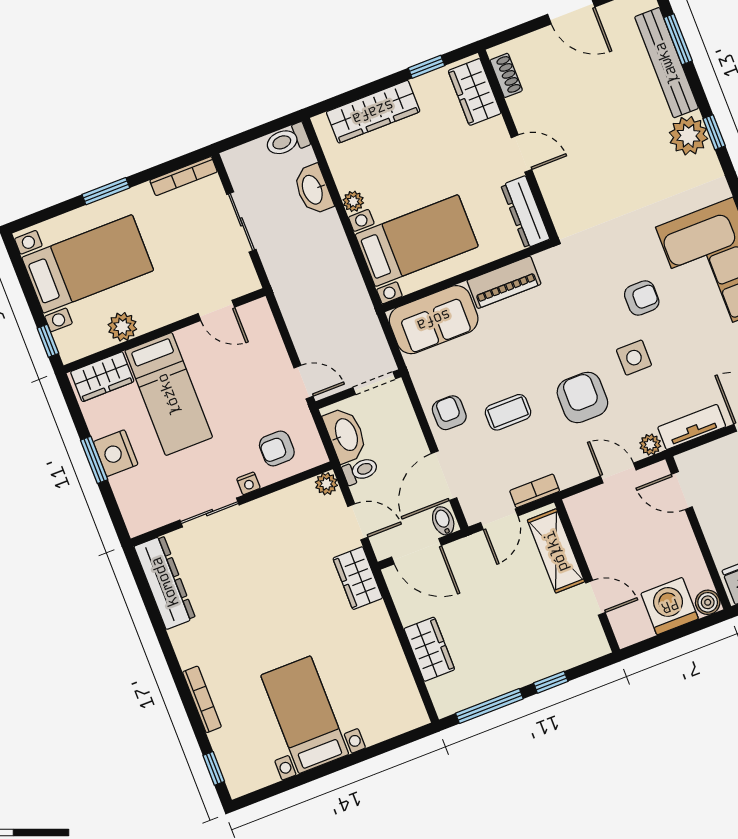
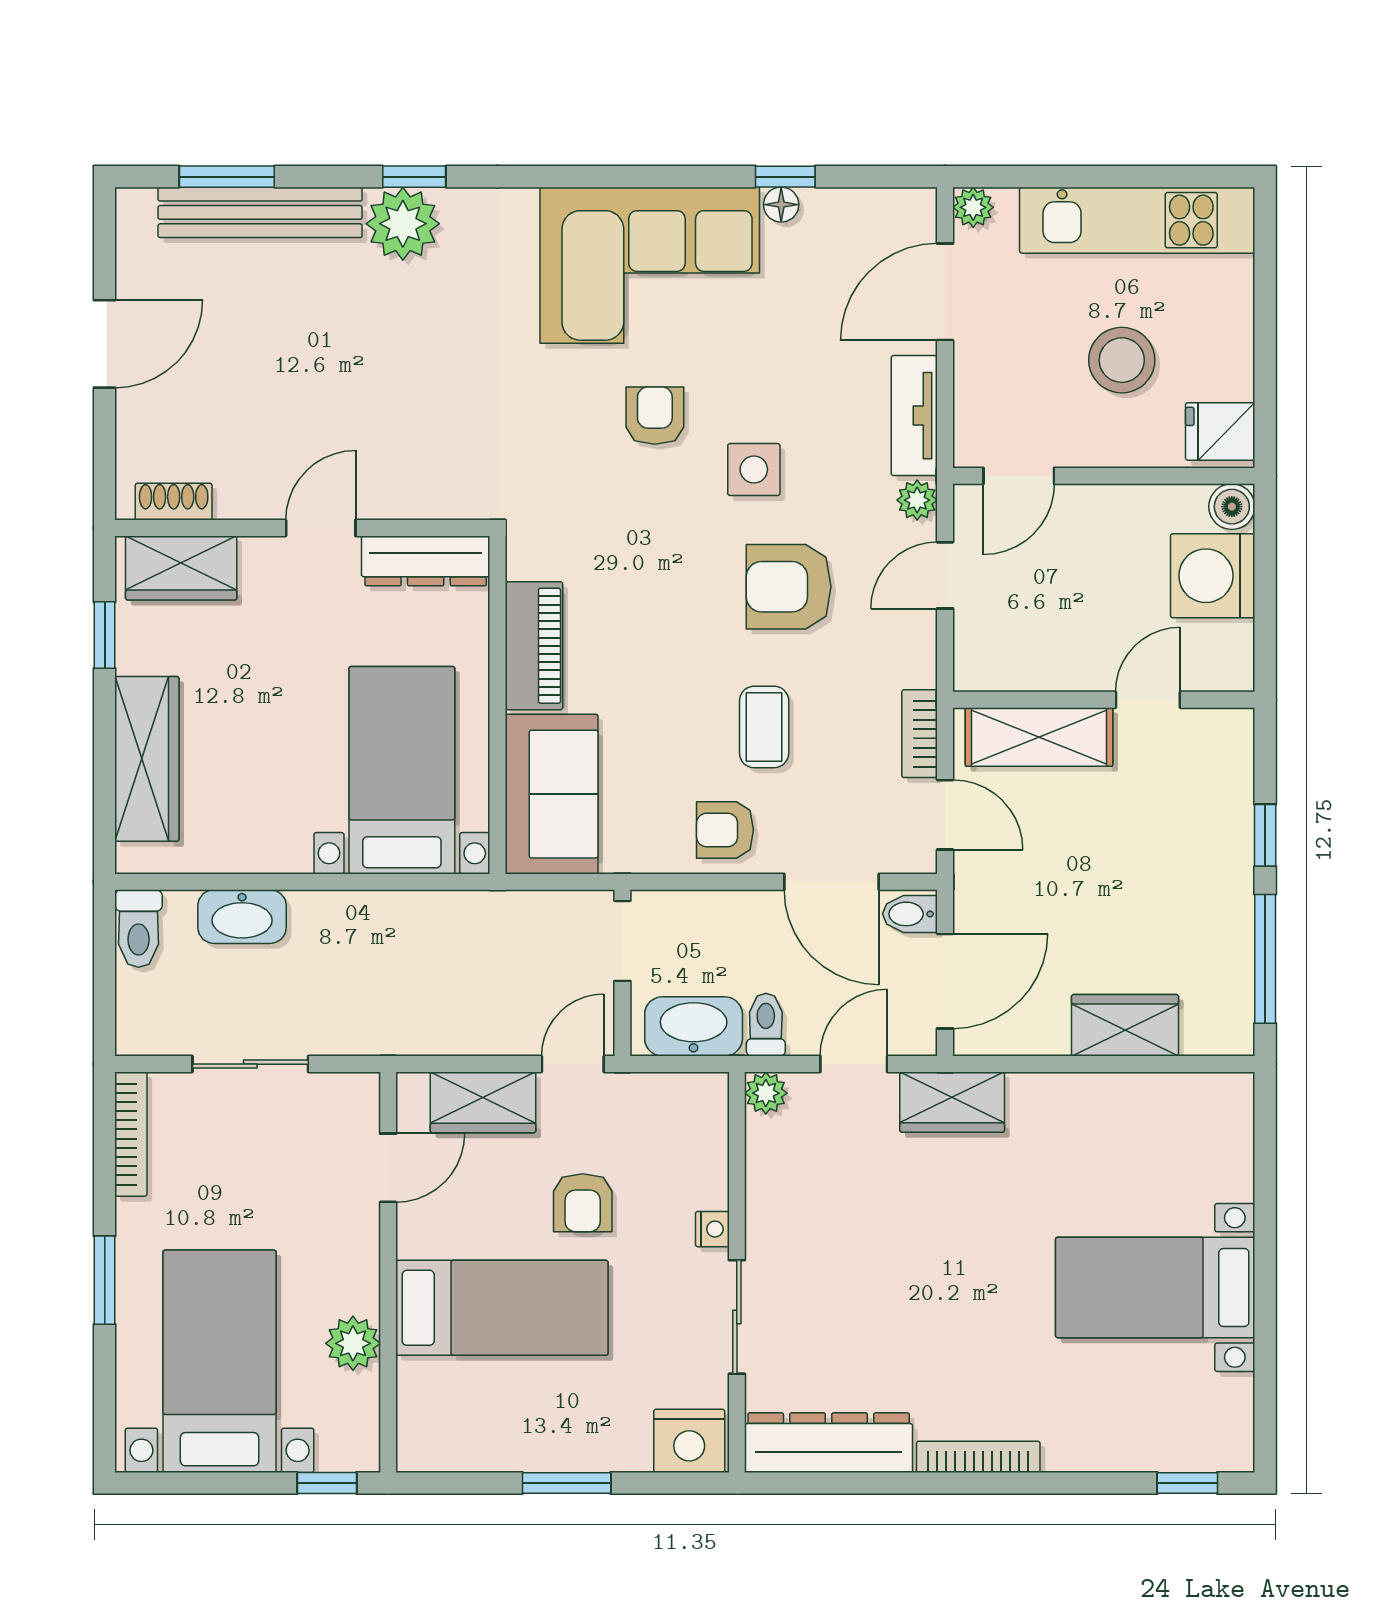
plant: (353, 201) -> (290, 854), removed
wardrobe: (102, 377) -> (483, 1102), moved, turned 90
armchair: (277, 448) -> (583, 1203), moved
nightstand: (116, 453) -> (689, 1441), moved
bookcase: (202, 699) -> (978, 1457), moved

